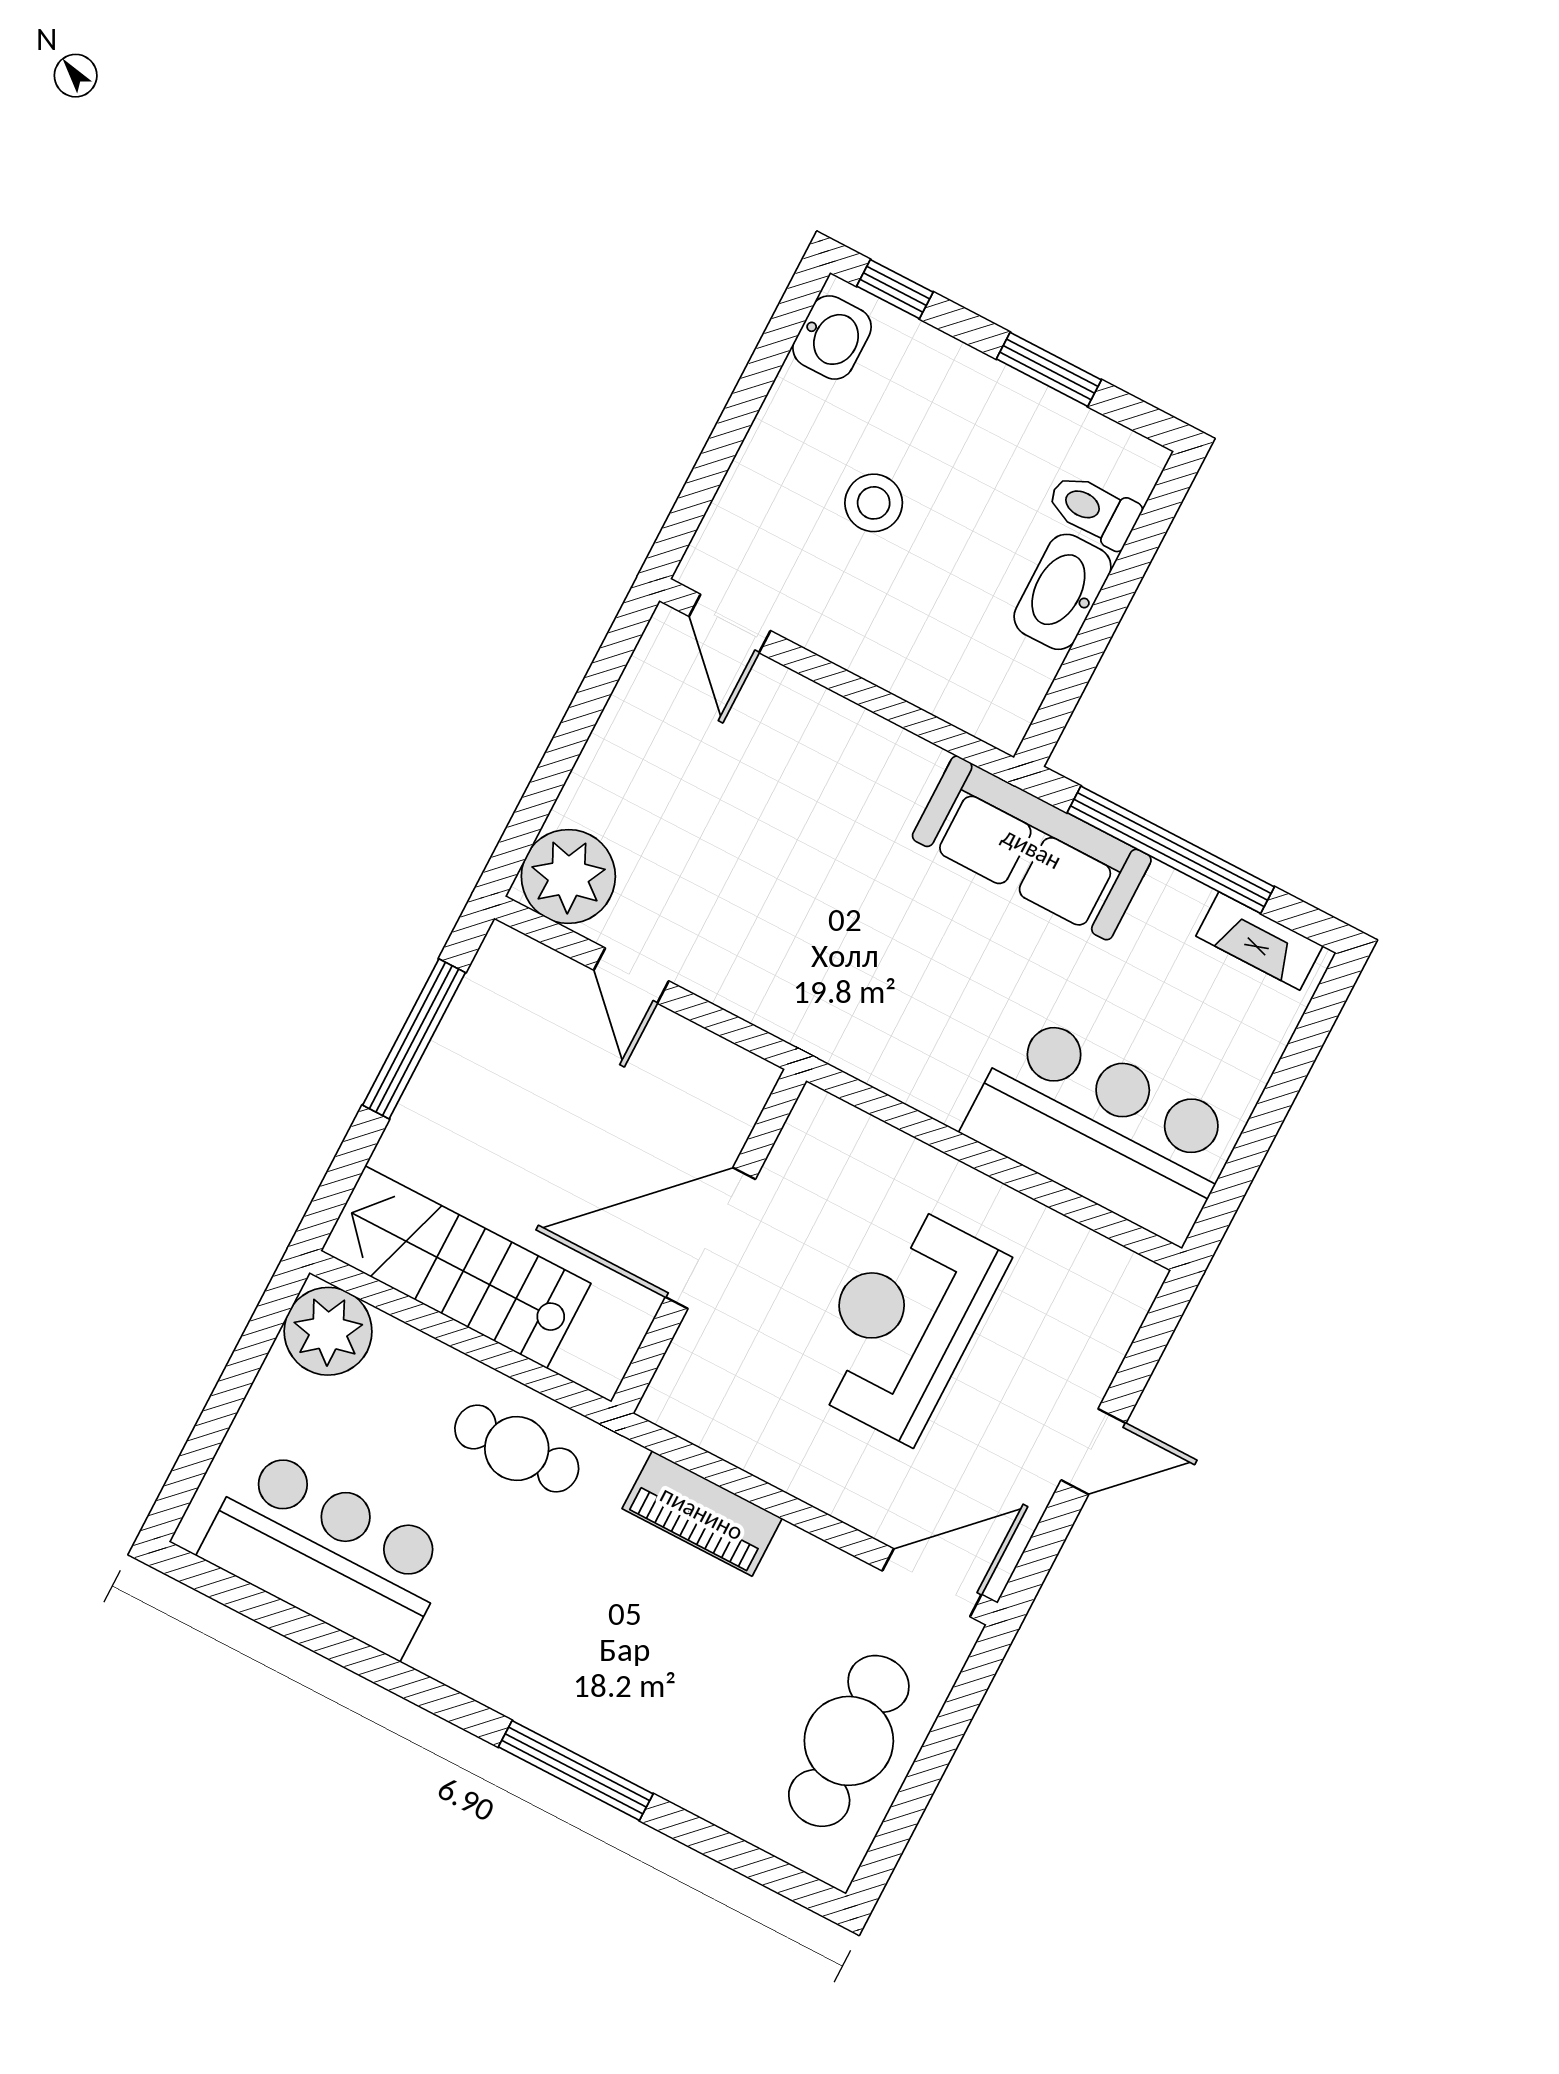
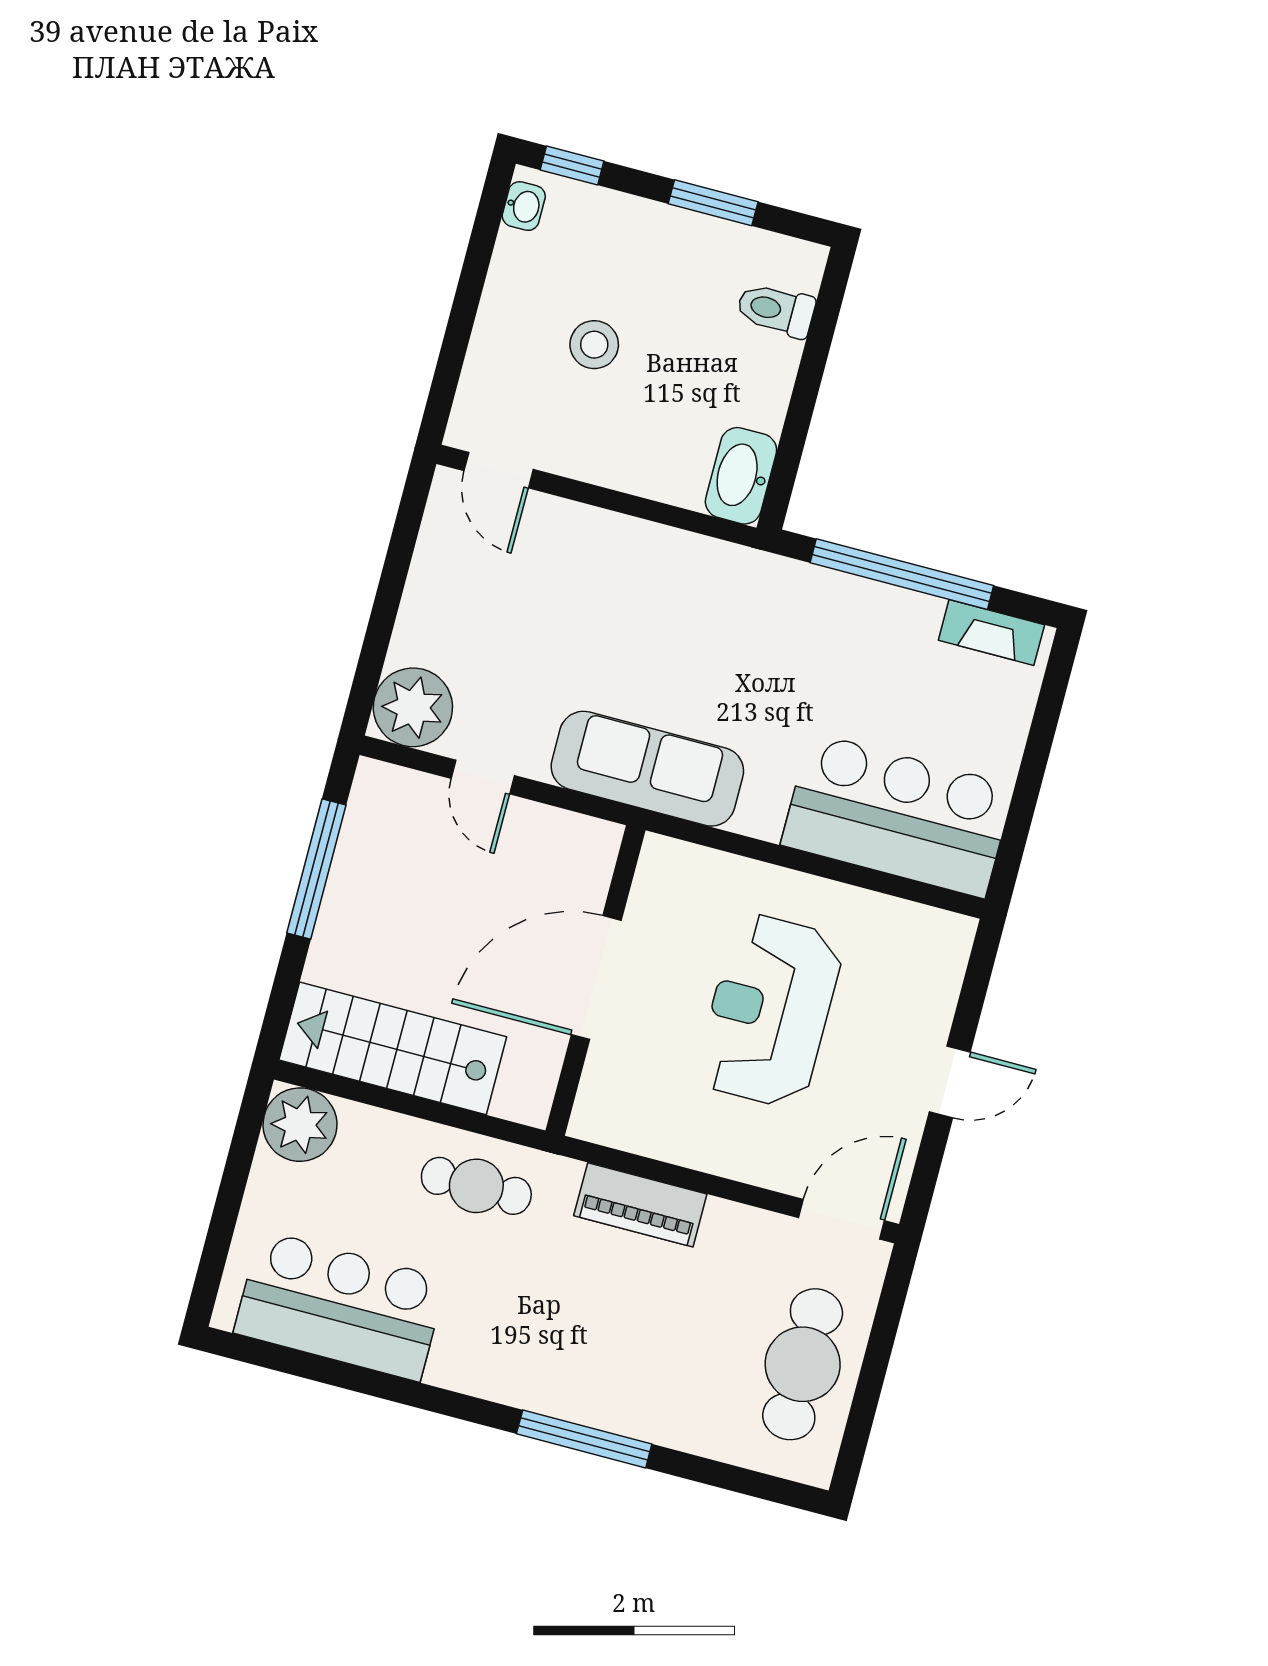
washbasin: (832, 337) -> (524, 206), width x0.72, depth x0.69
washbasin: (1063, 592) -> (741, 476), moved
sofa: (1032, 848) -> (647, 769), moved, turned 180

